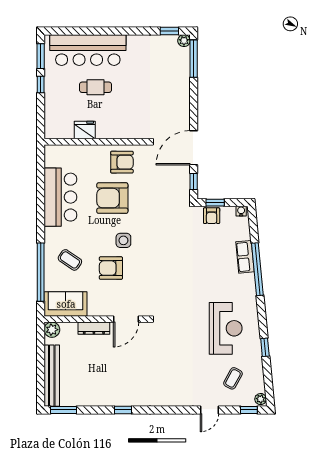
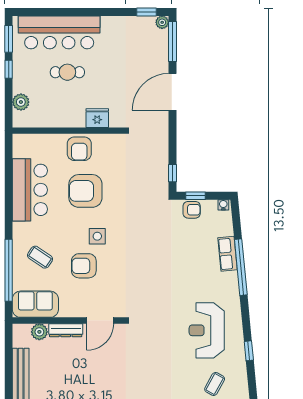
plant: (52, 115) -> (21, 102), added
fridge: (85, 130) -> (97, 118), moved
door: (194, 148) -> (172, 92), moved
armchair: (122, 162) -> (79, 149), moved, turned 90
armchair: (212, 216) -> (192, 210), turned -90
reception desk: (226, 328) -> (207, 330), turned 180
plant: (52, 330) -> (39, 332), moved

